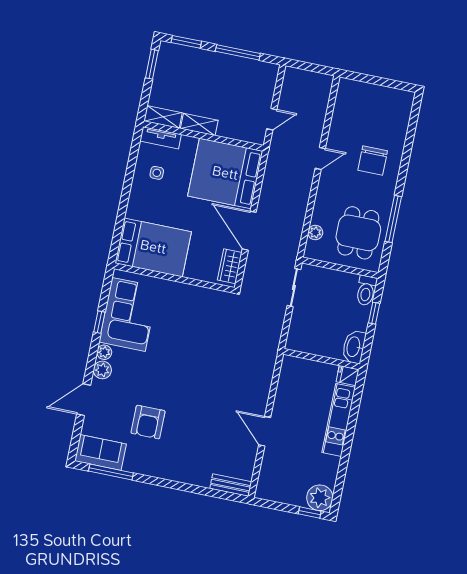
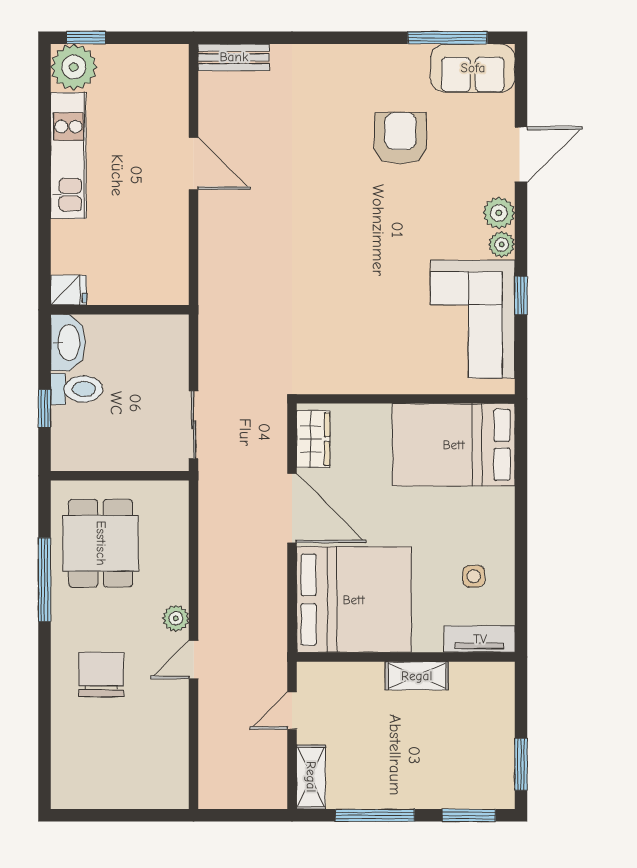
shelving: (163, 117) -> (311, 777), moved, turned 90
plant: (315, 233) -> (176, 618), moved
toilet: (366, 291) -> (77, 389), moved, turned 90
kitchen unit: (339, 420) -> (68, 156), moved

